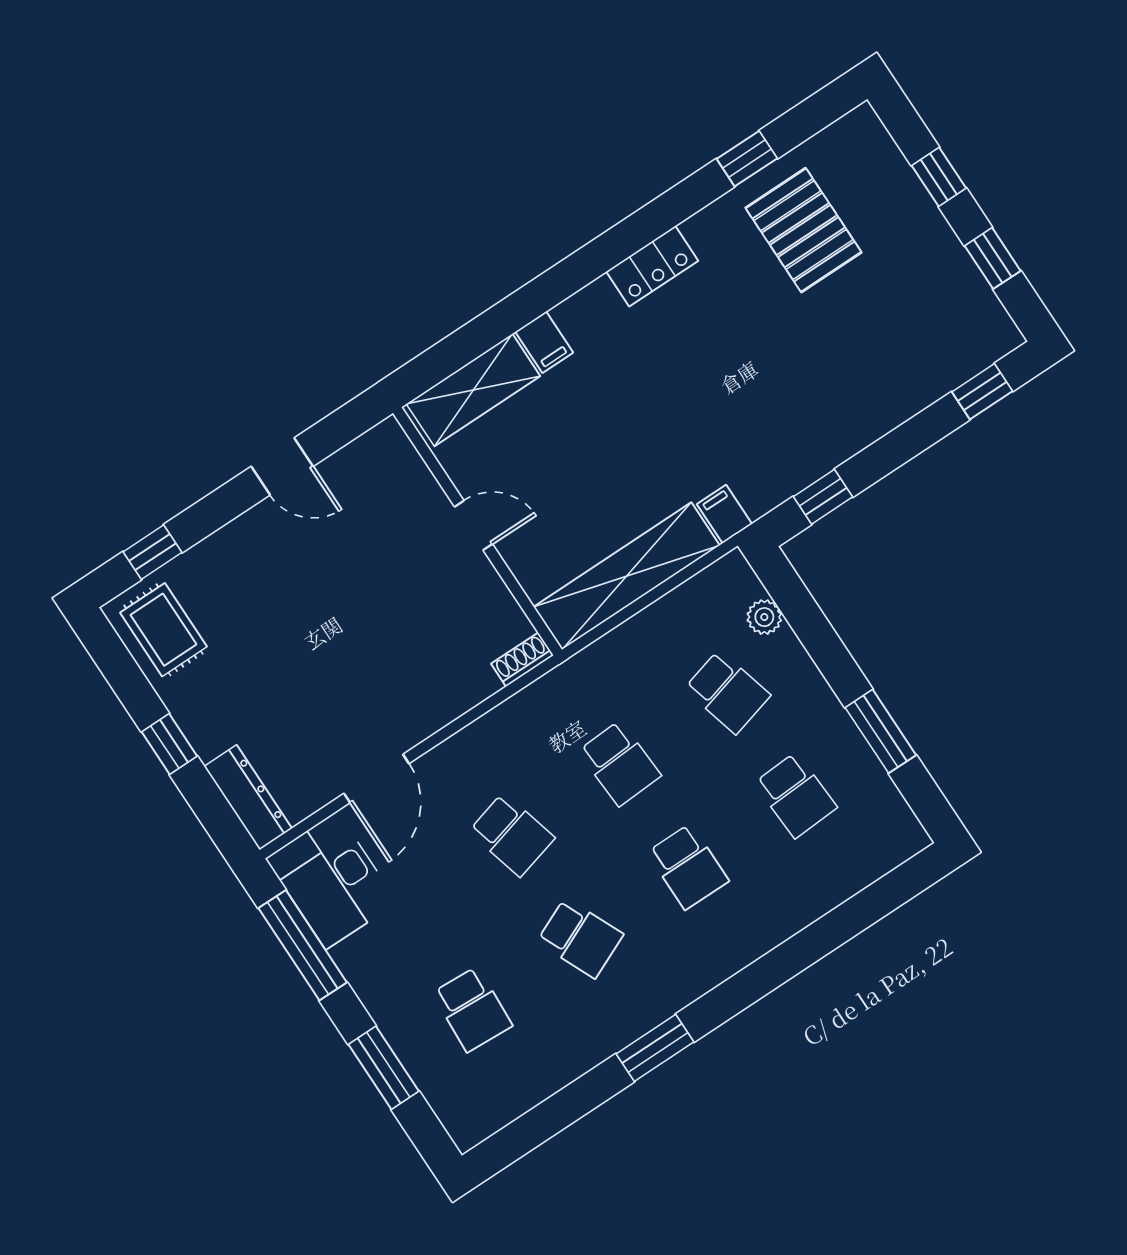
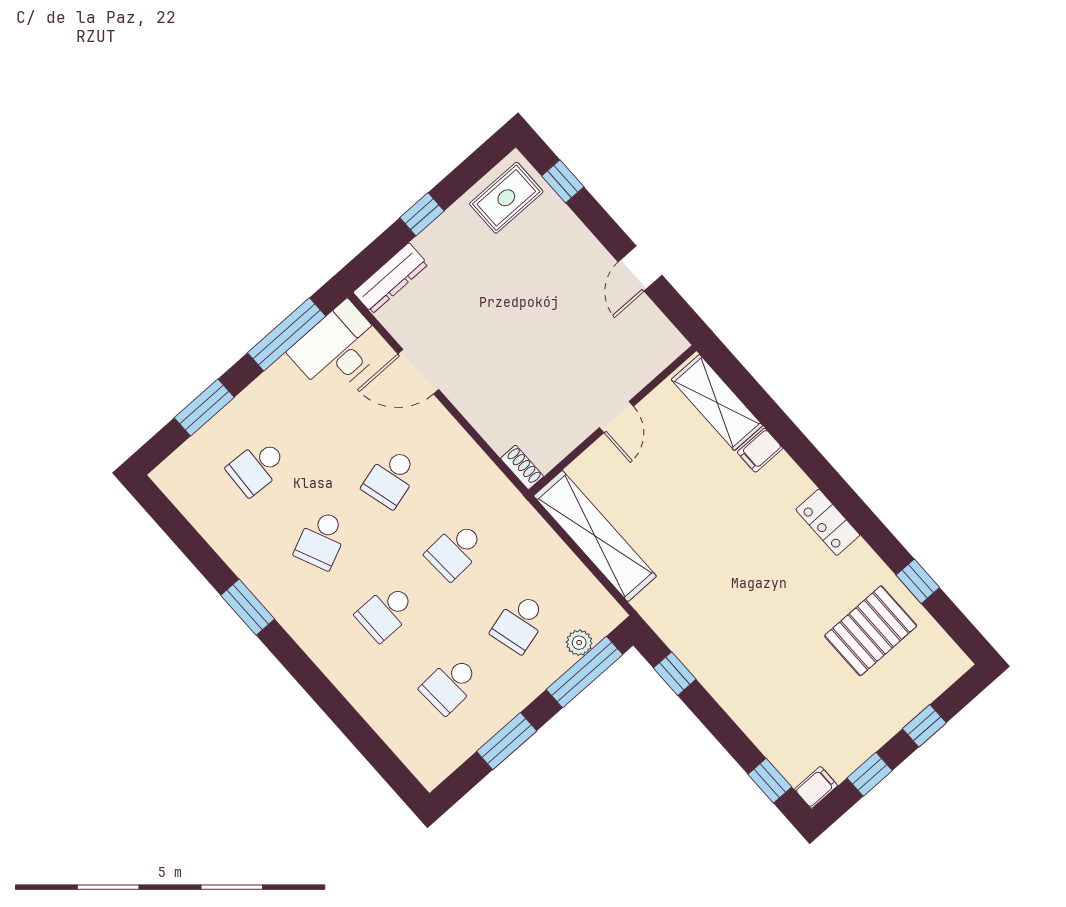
filing cabinet: (724, 514) -> (816, 787), moved
window: (804, 616) -> (584, 672), added

